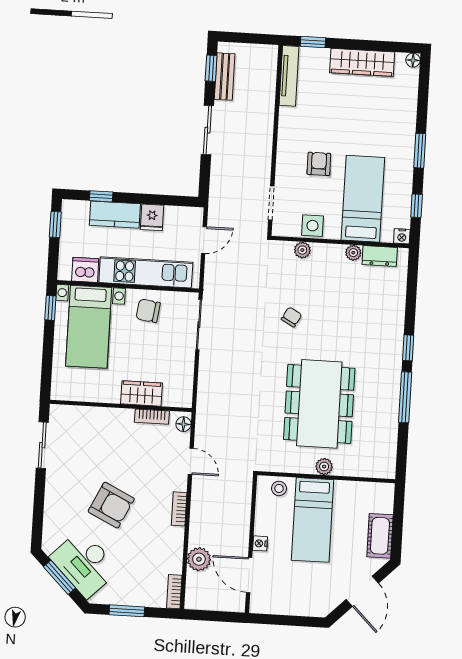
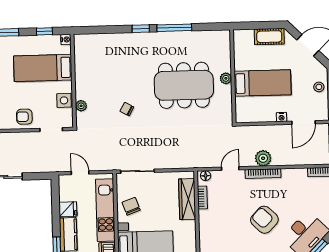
armchair: (319, 164) -> (24, 117), moved
plant: (353, 253) -> (80, 71), removed
dresser: (380, 256) -> (81, 53), removed
chair: (148, 311) -> (131, 206), turned 152
wardrobe: (141, 393) -> (187, 199), width x1.50
stool: (279, 488) -> (319, 87), moved
armchair: (111, 505) -> (264, 220), turned -72
bookcase: (179, 509) -> (263, 174), width x1.56
plant: (199, 559) -> (263, 158), moved

